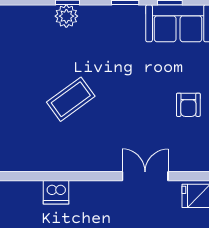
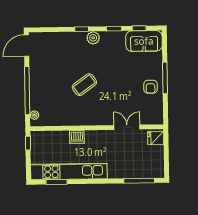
plant: (66, 16) -> (93, 38), moved

